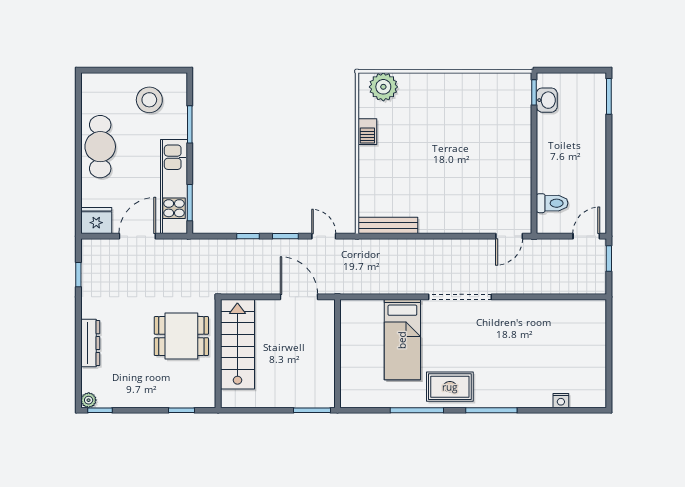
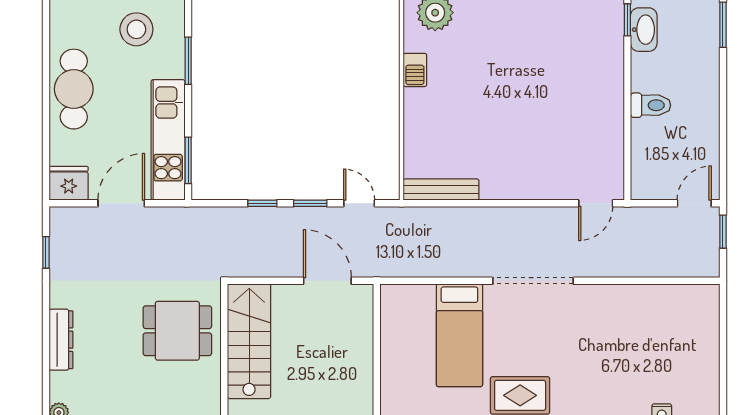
washbasin: (547, 100) -> (644, 30), width x1.38
toilet: (552, 203) -> (651, 105), moved

